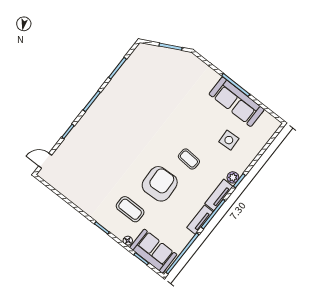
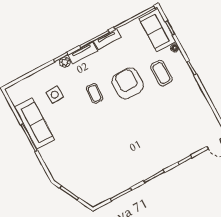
armchair: (160, 184) -> (128, 83), turned 93

